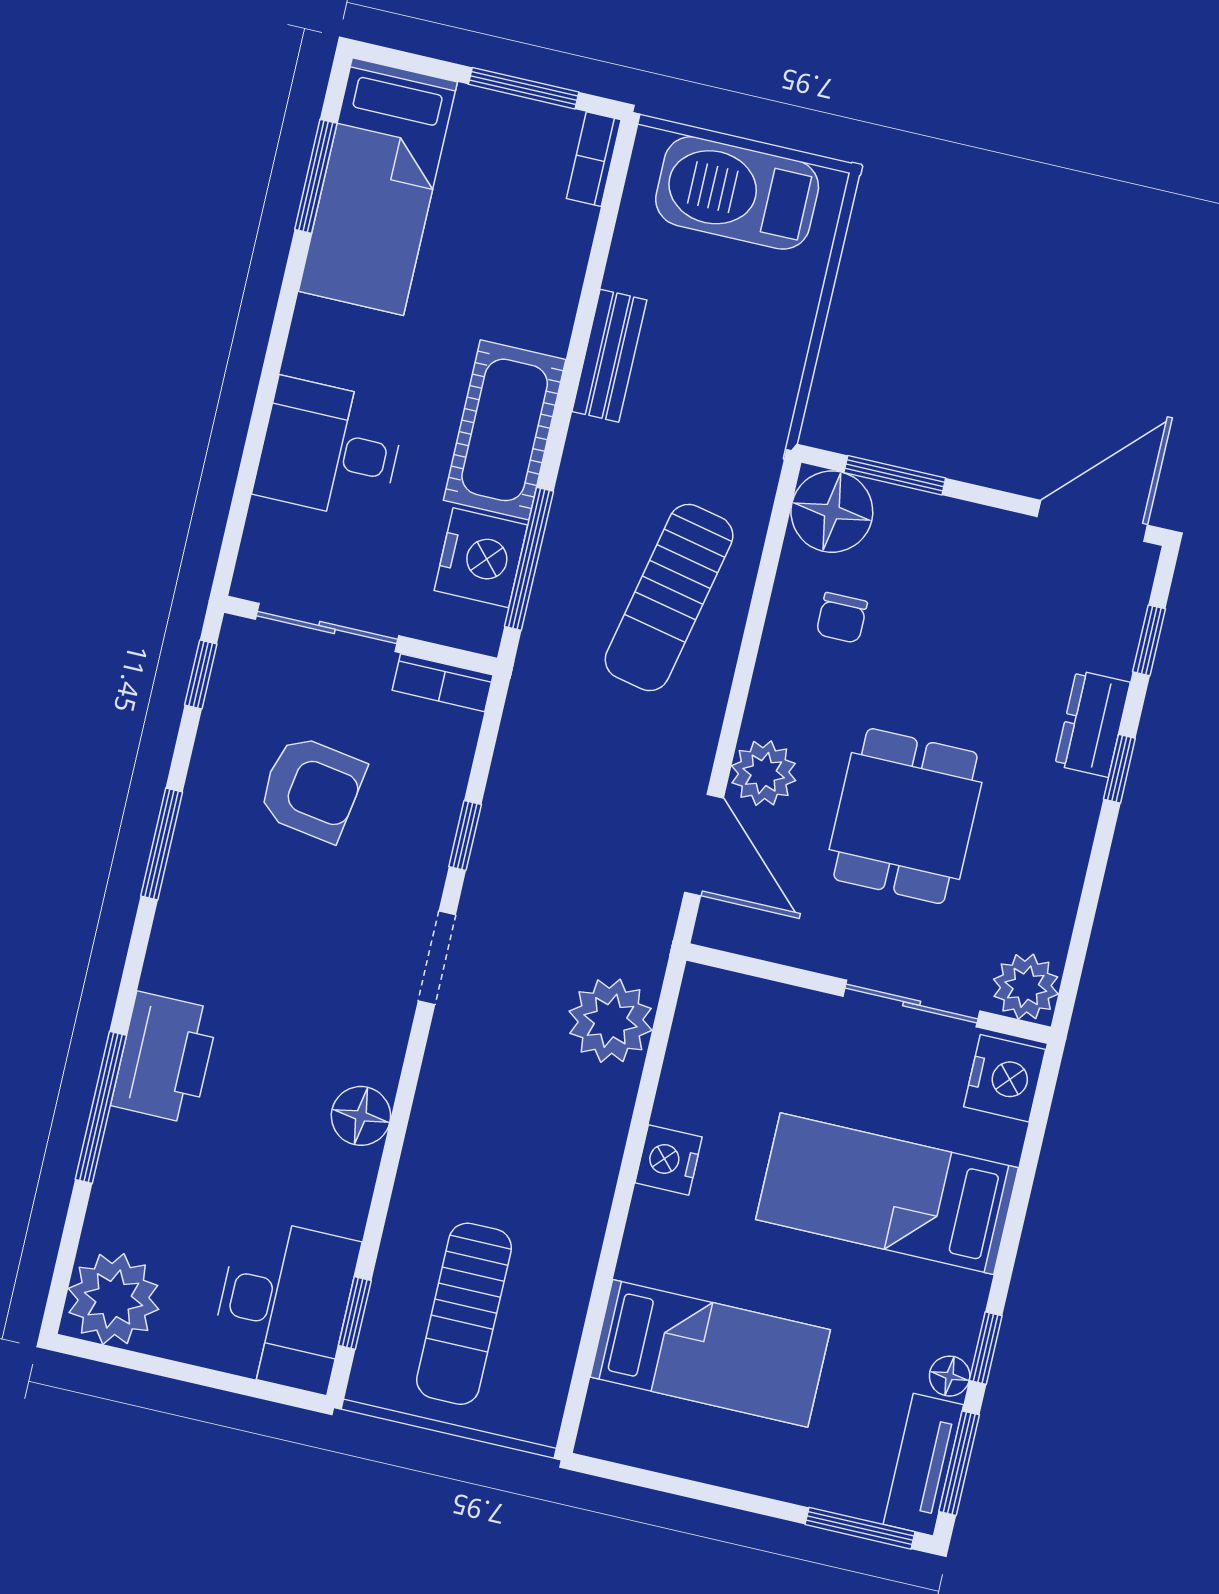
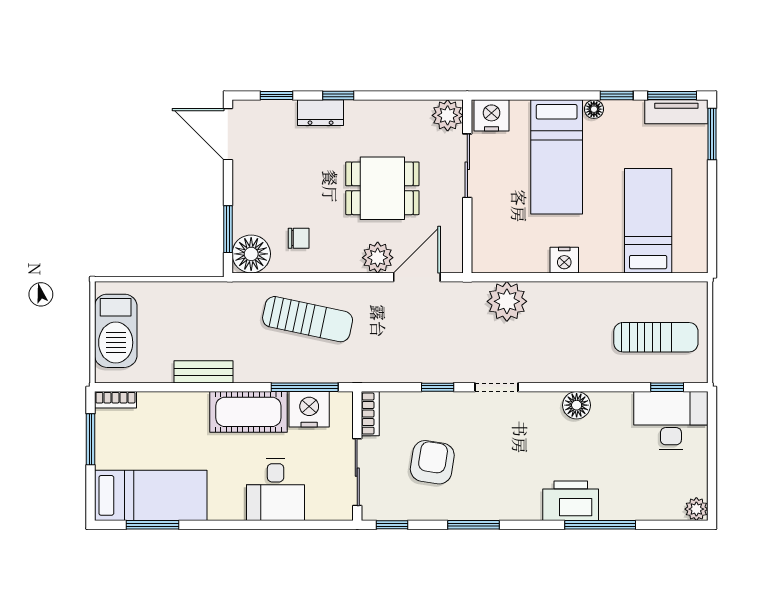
plant: (113, 1299) -> (696, 509), width x0.53, depth x0.53
floor lamp: (950, 1376) -> (594, 109), moved

